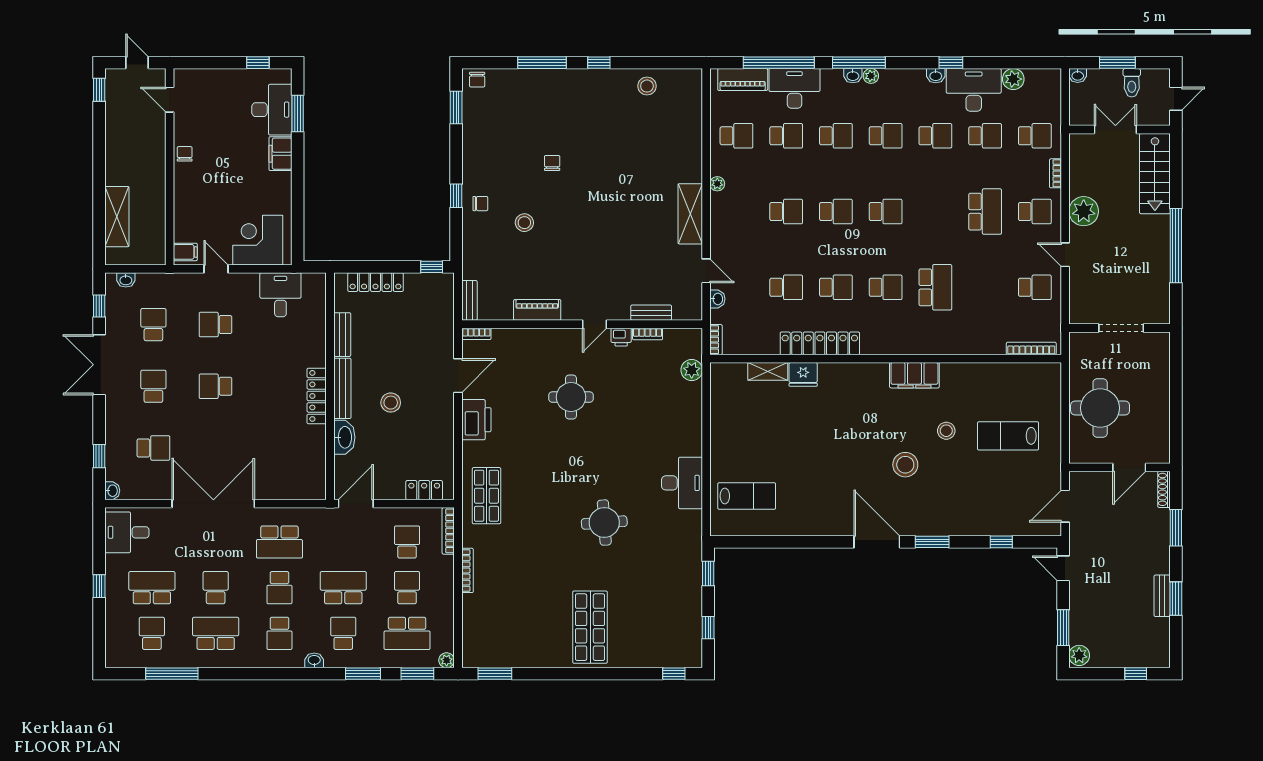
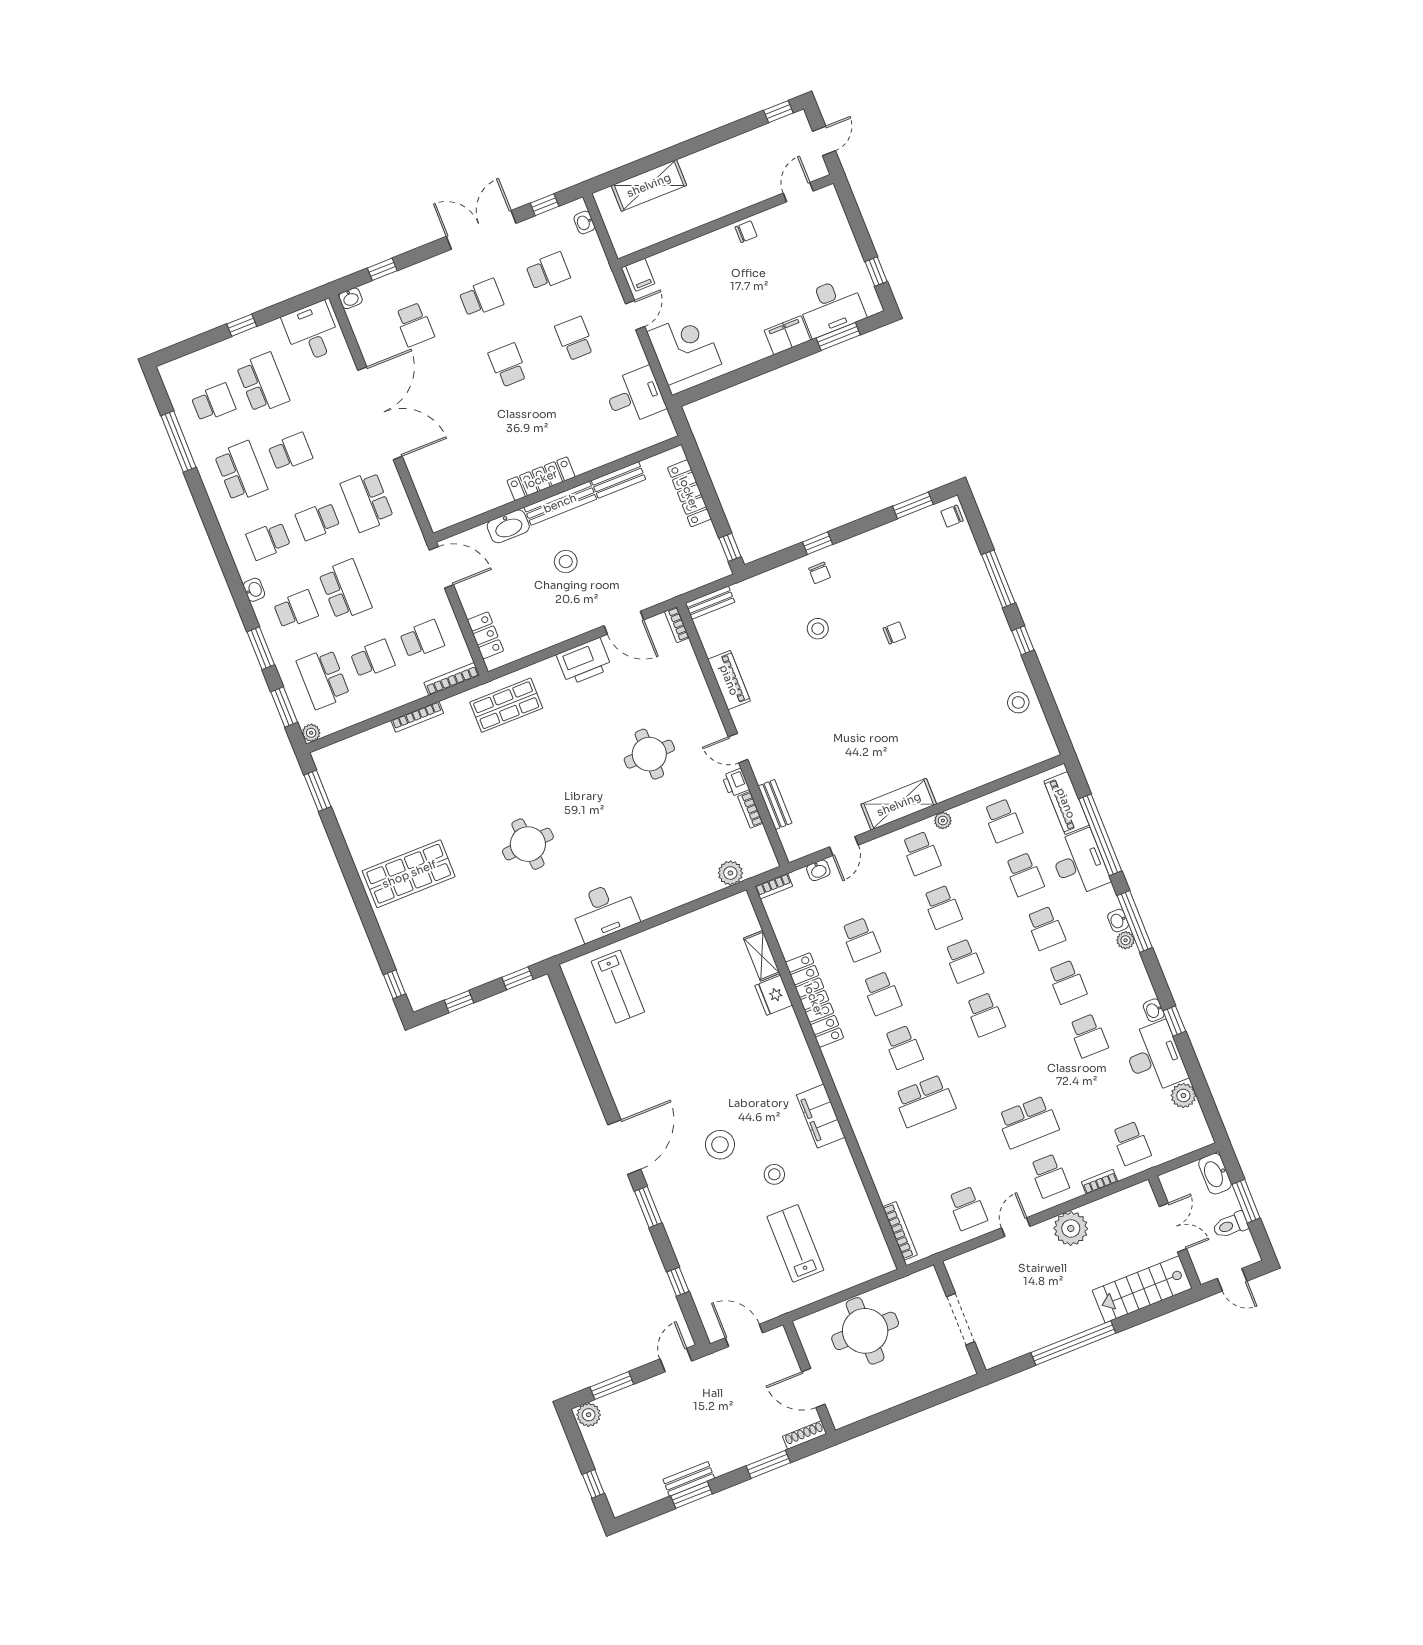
washbasin: (1078, 75) -> (1215, 1174), width x1.91, depth x1.45
school desk: (985, 136) -> (921, 853), moved

